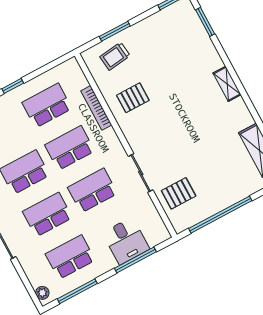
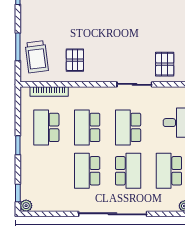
trolley: (115, 56) -> (37, 57), width x1.36, depth x1.39
bookcase: (96, 108) -> (49, 91), moved
school desk: (47, 215) -> (128, 171), turned 180

